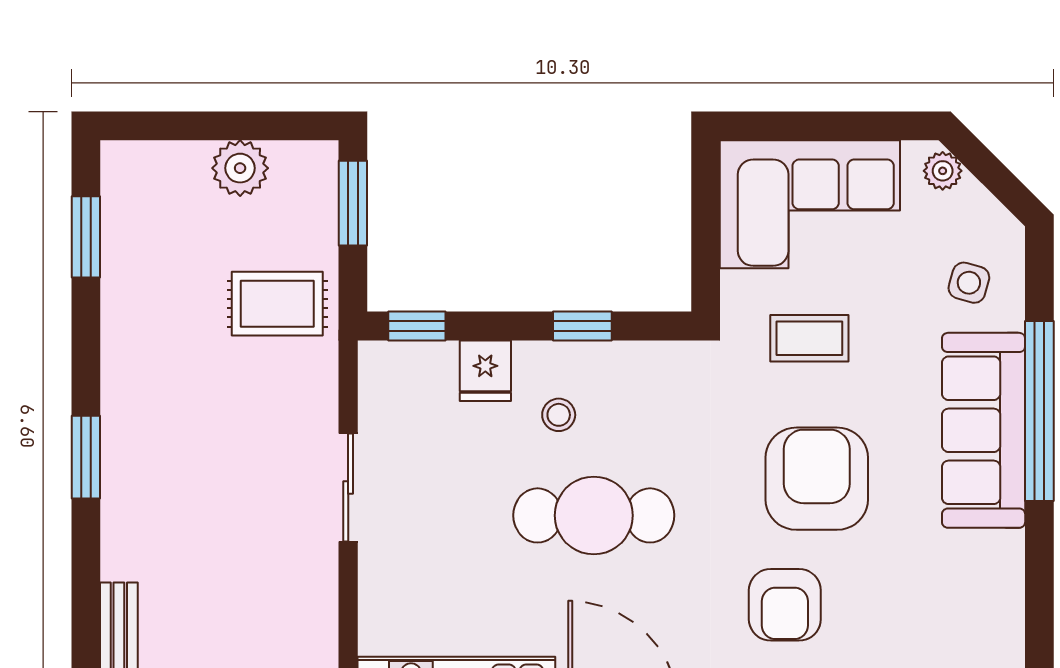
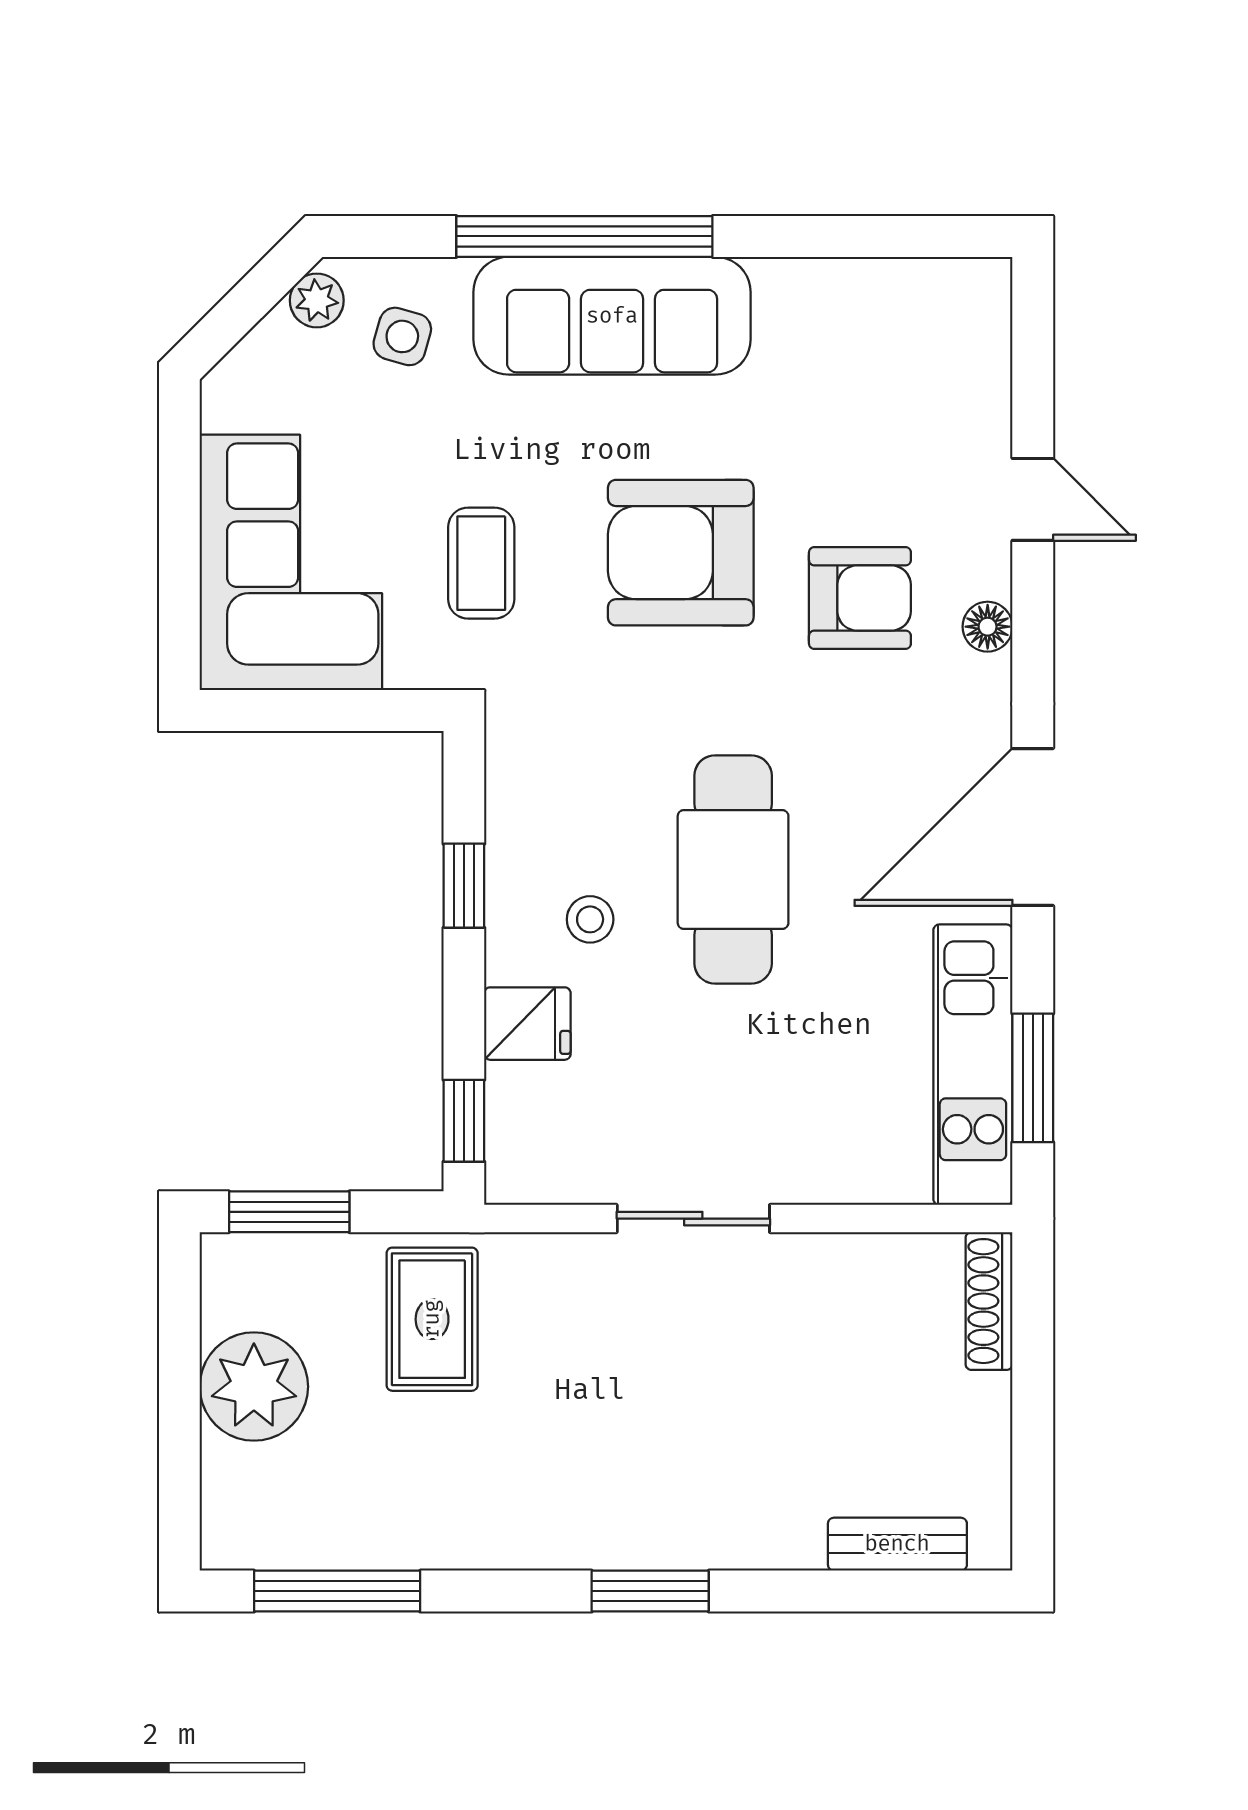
plant: (240, 168) -> (254, 1387), width x1.36, depth x1.36
plant: (943, 171) -> (317, 300), moved
window: (86, 237) -> (337, 1591), width x1.44

